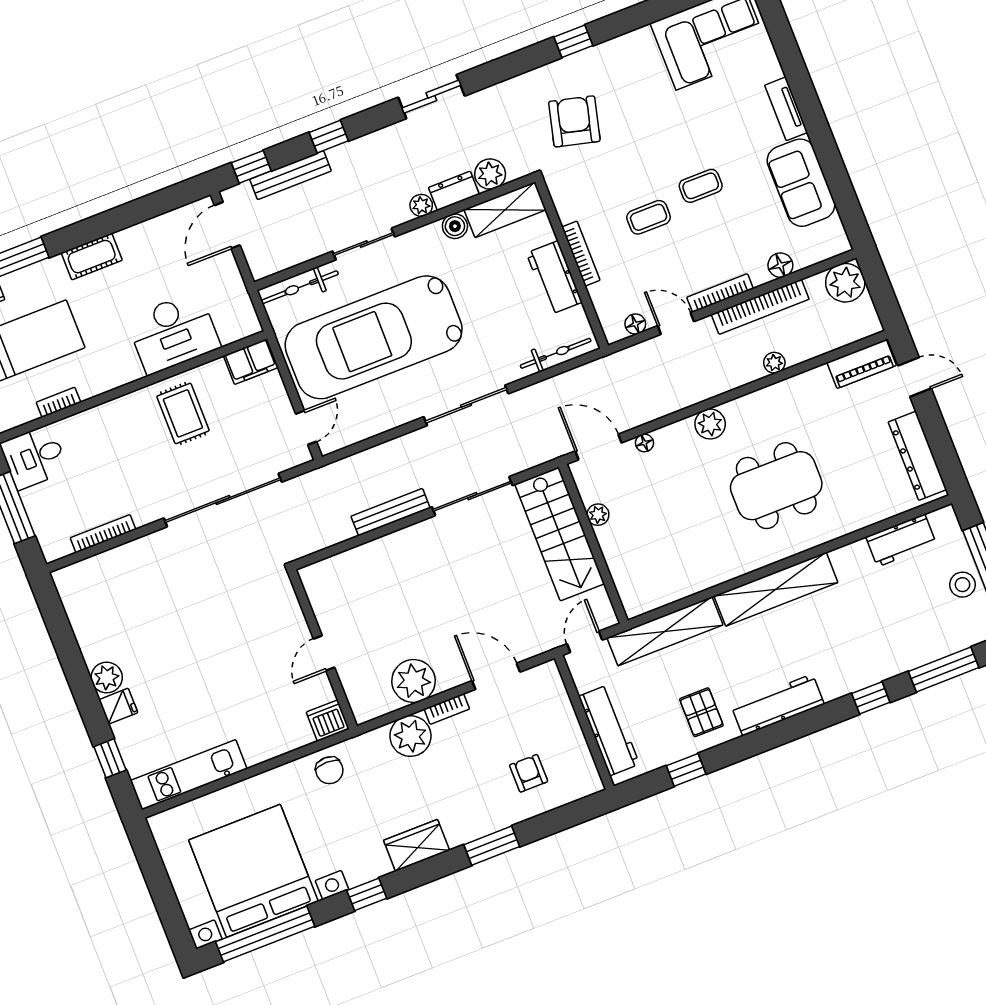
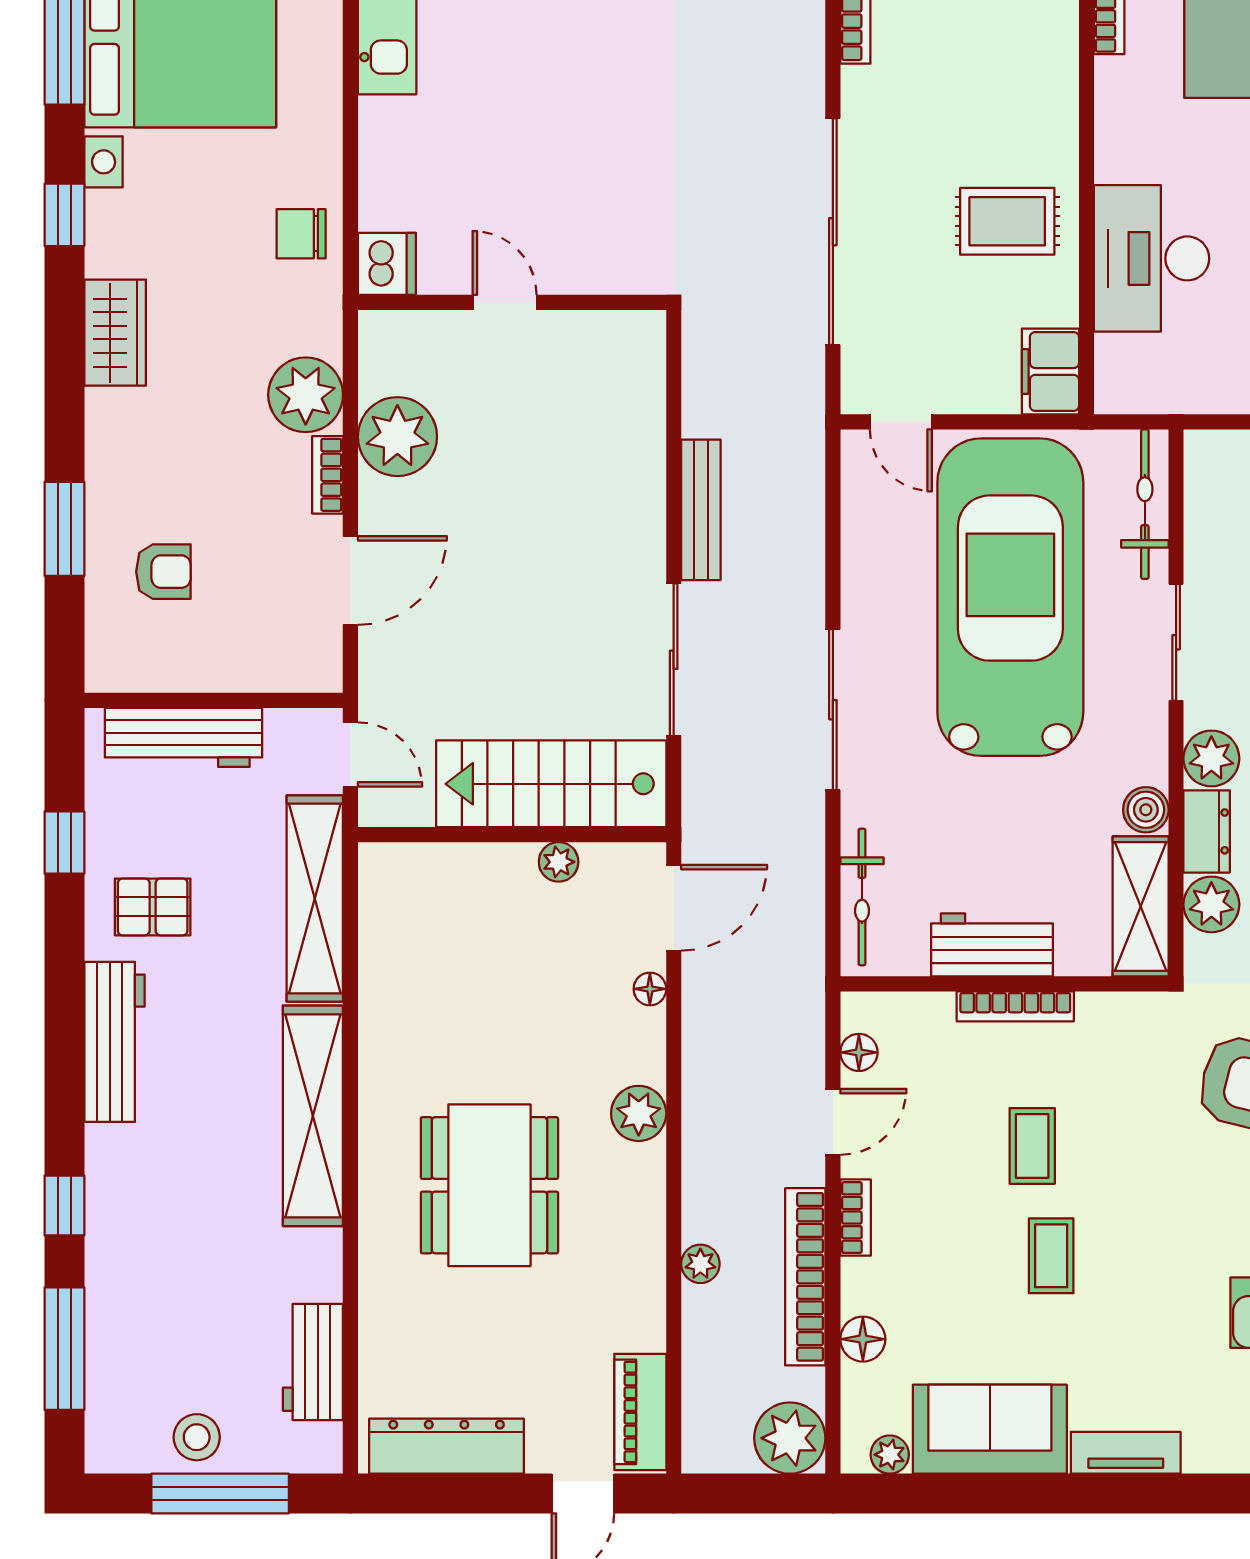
plant: (421, 205) -> (1211, 758), width x1.38, depth x1.38
plant: (834, 229) -> (890, 1455), added
bookcase: (720, 293) -> (856, 1218), width x0.64
window: (492, 846) -> (64, 529), moved

